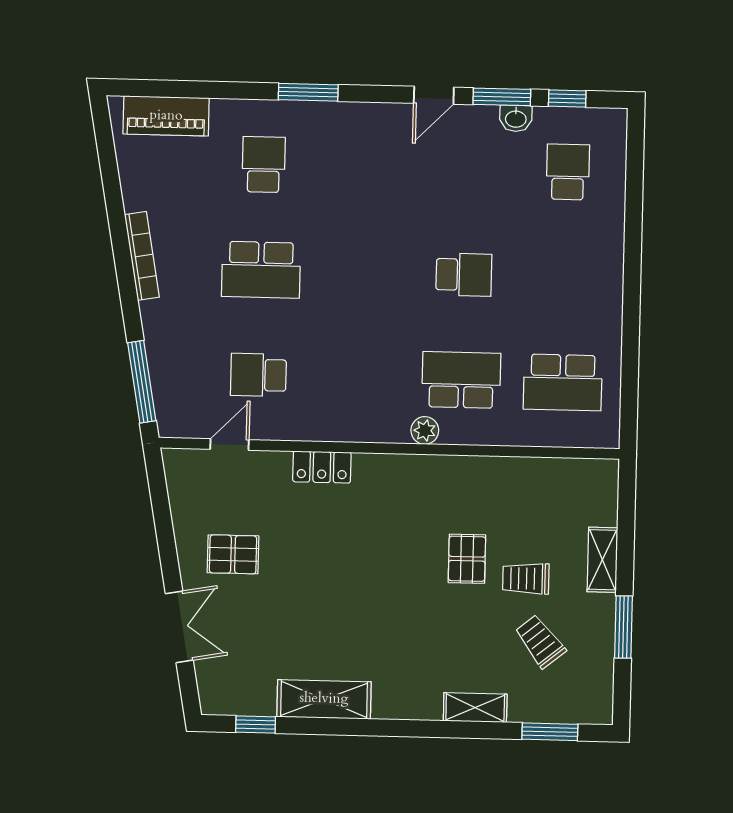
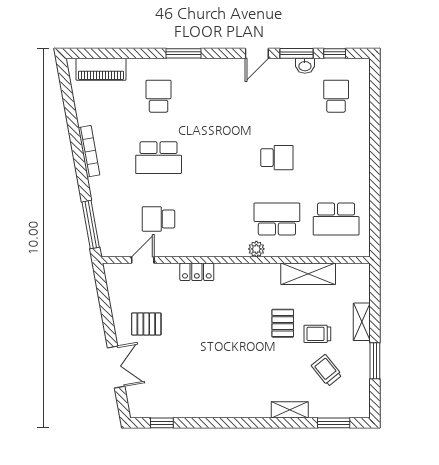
shelving: (324, 699) -> (308, 274), moved

